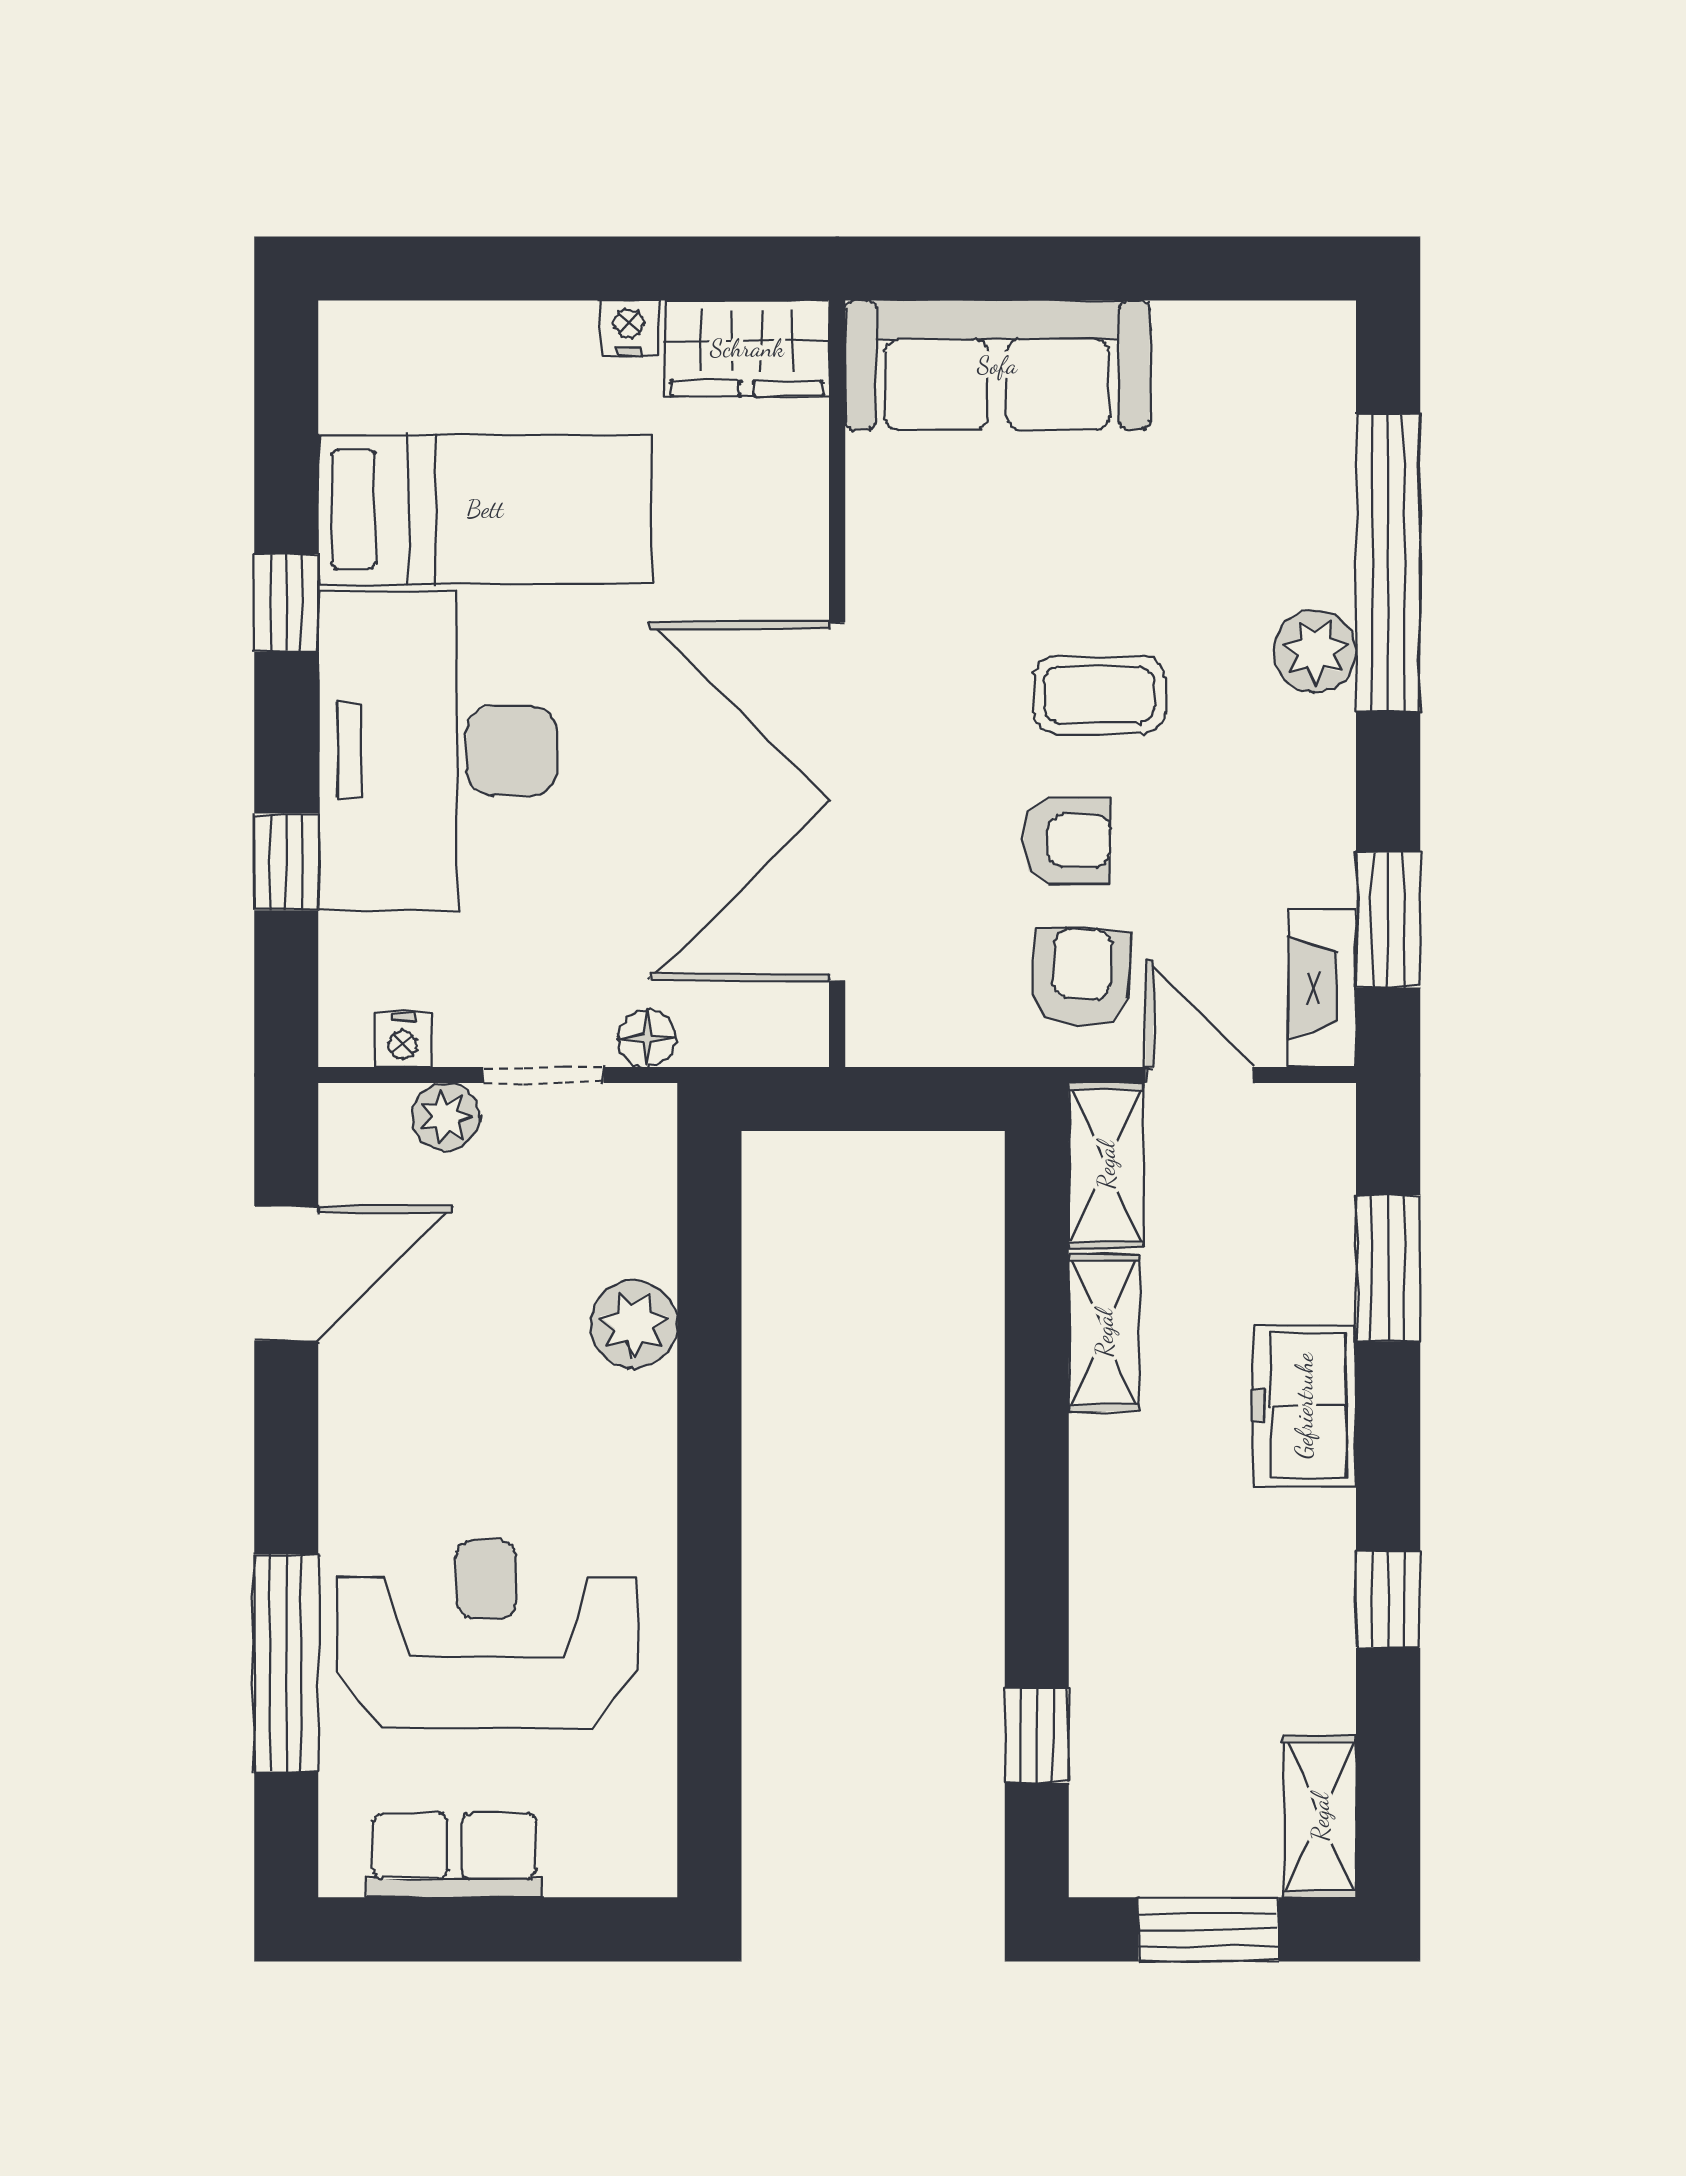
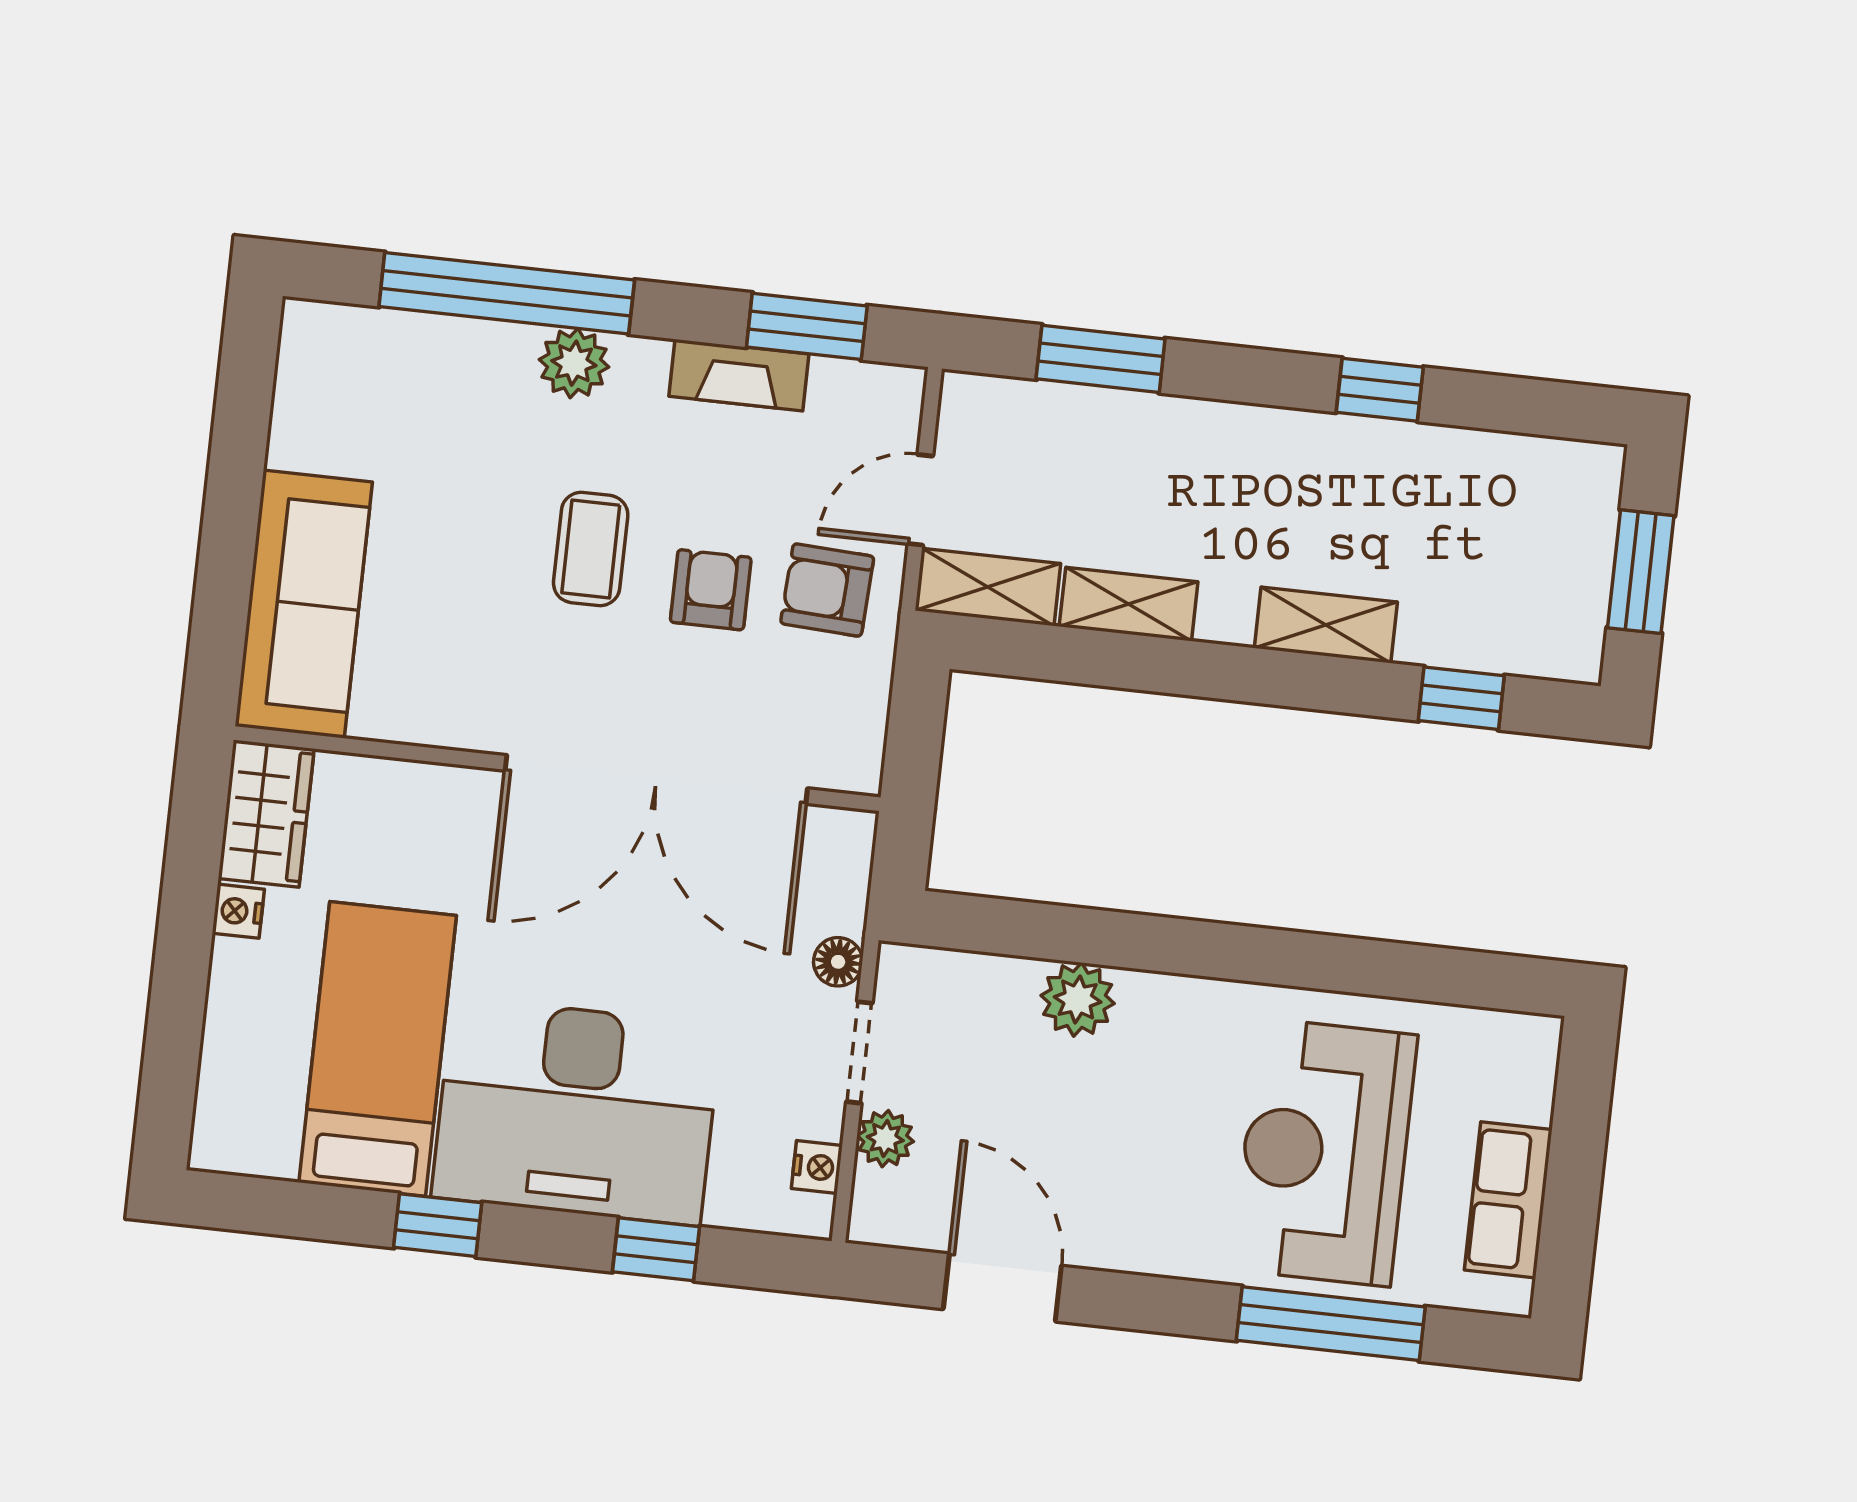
fireplace: (1322, 988) -> (739, 375), moved
freezer: (1304, 1406) -> (1209, 442), removed
shelving: (1320, 1817) -> (1326, 625), moved

